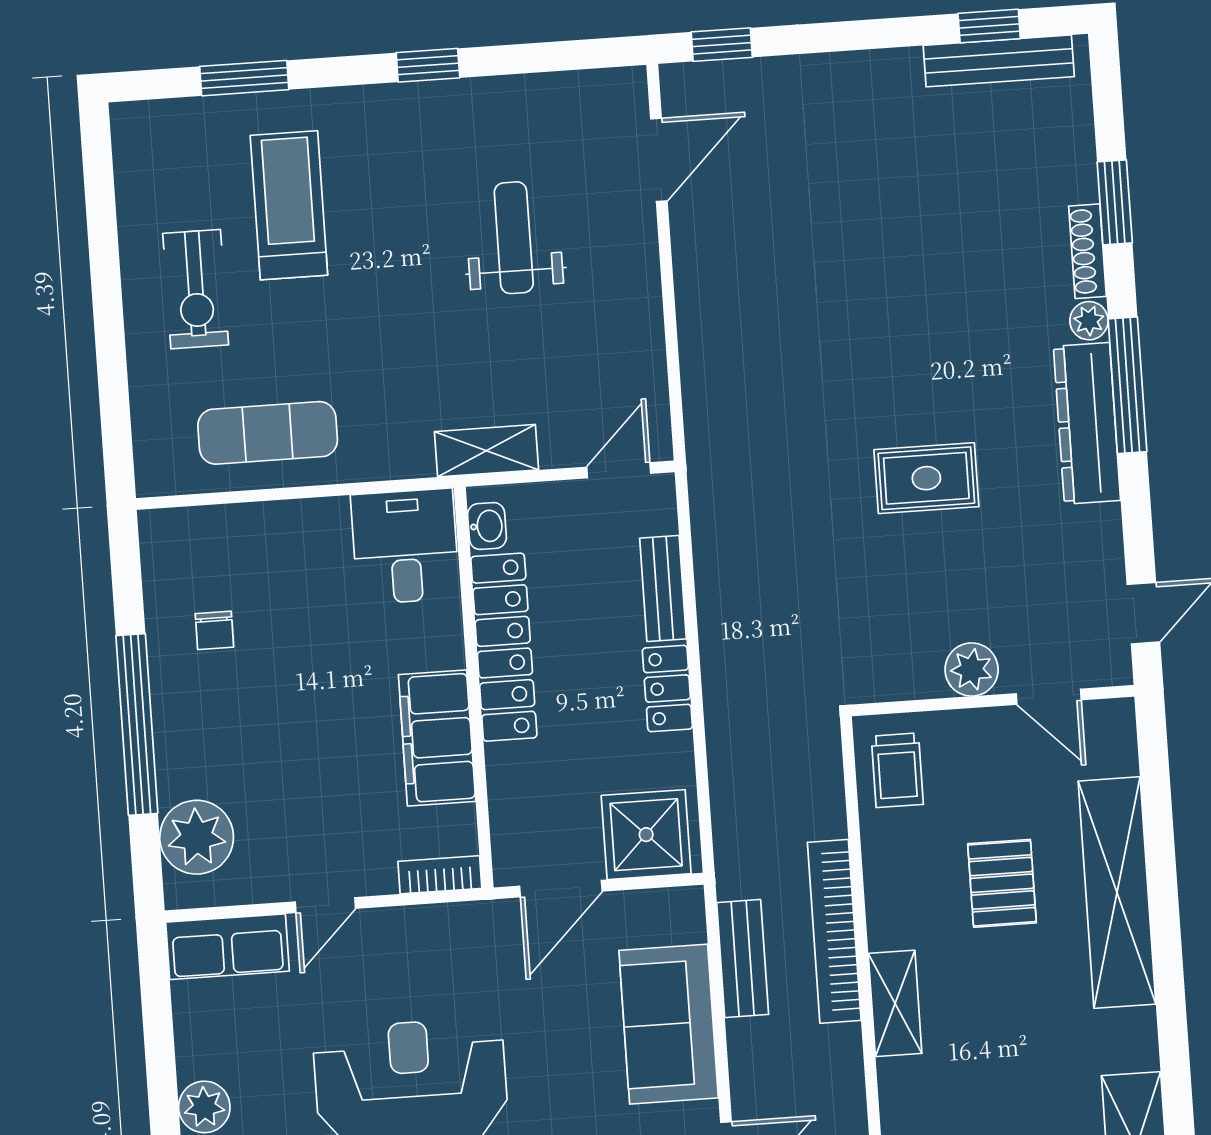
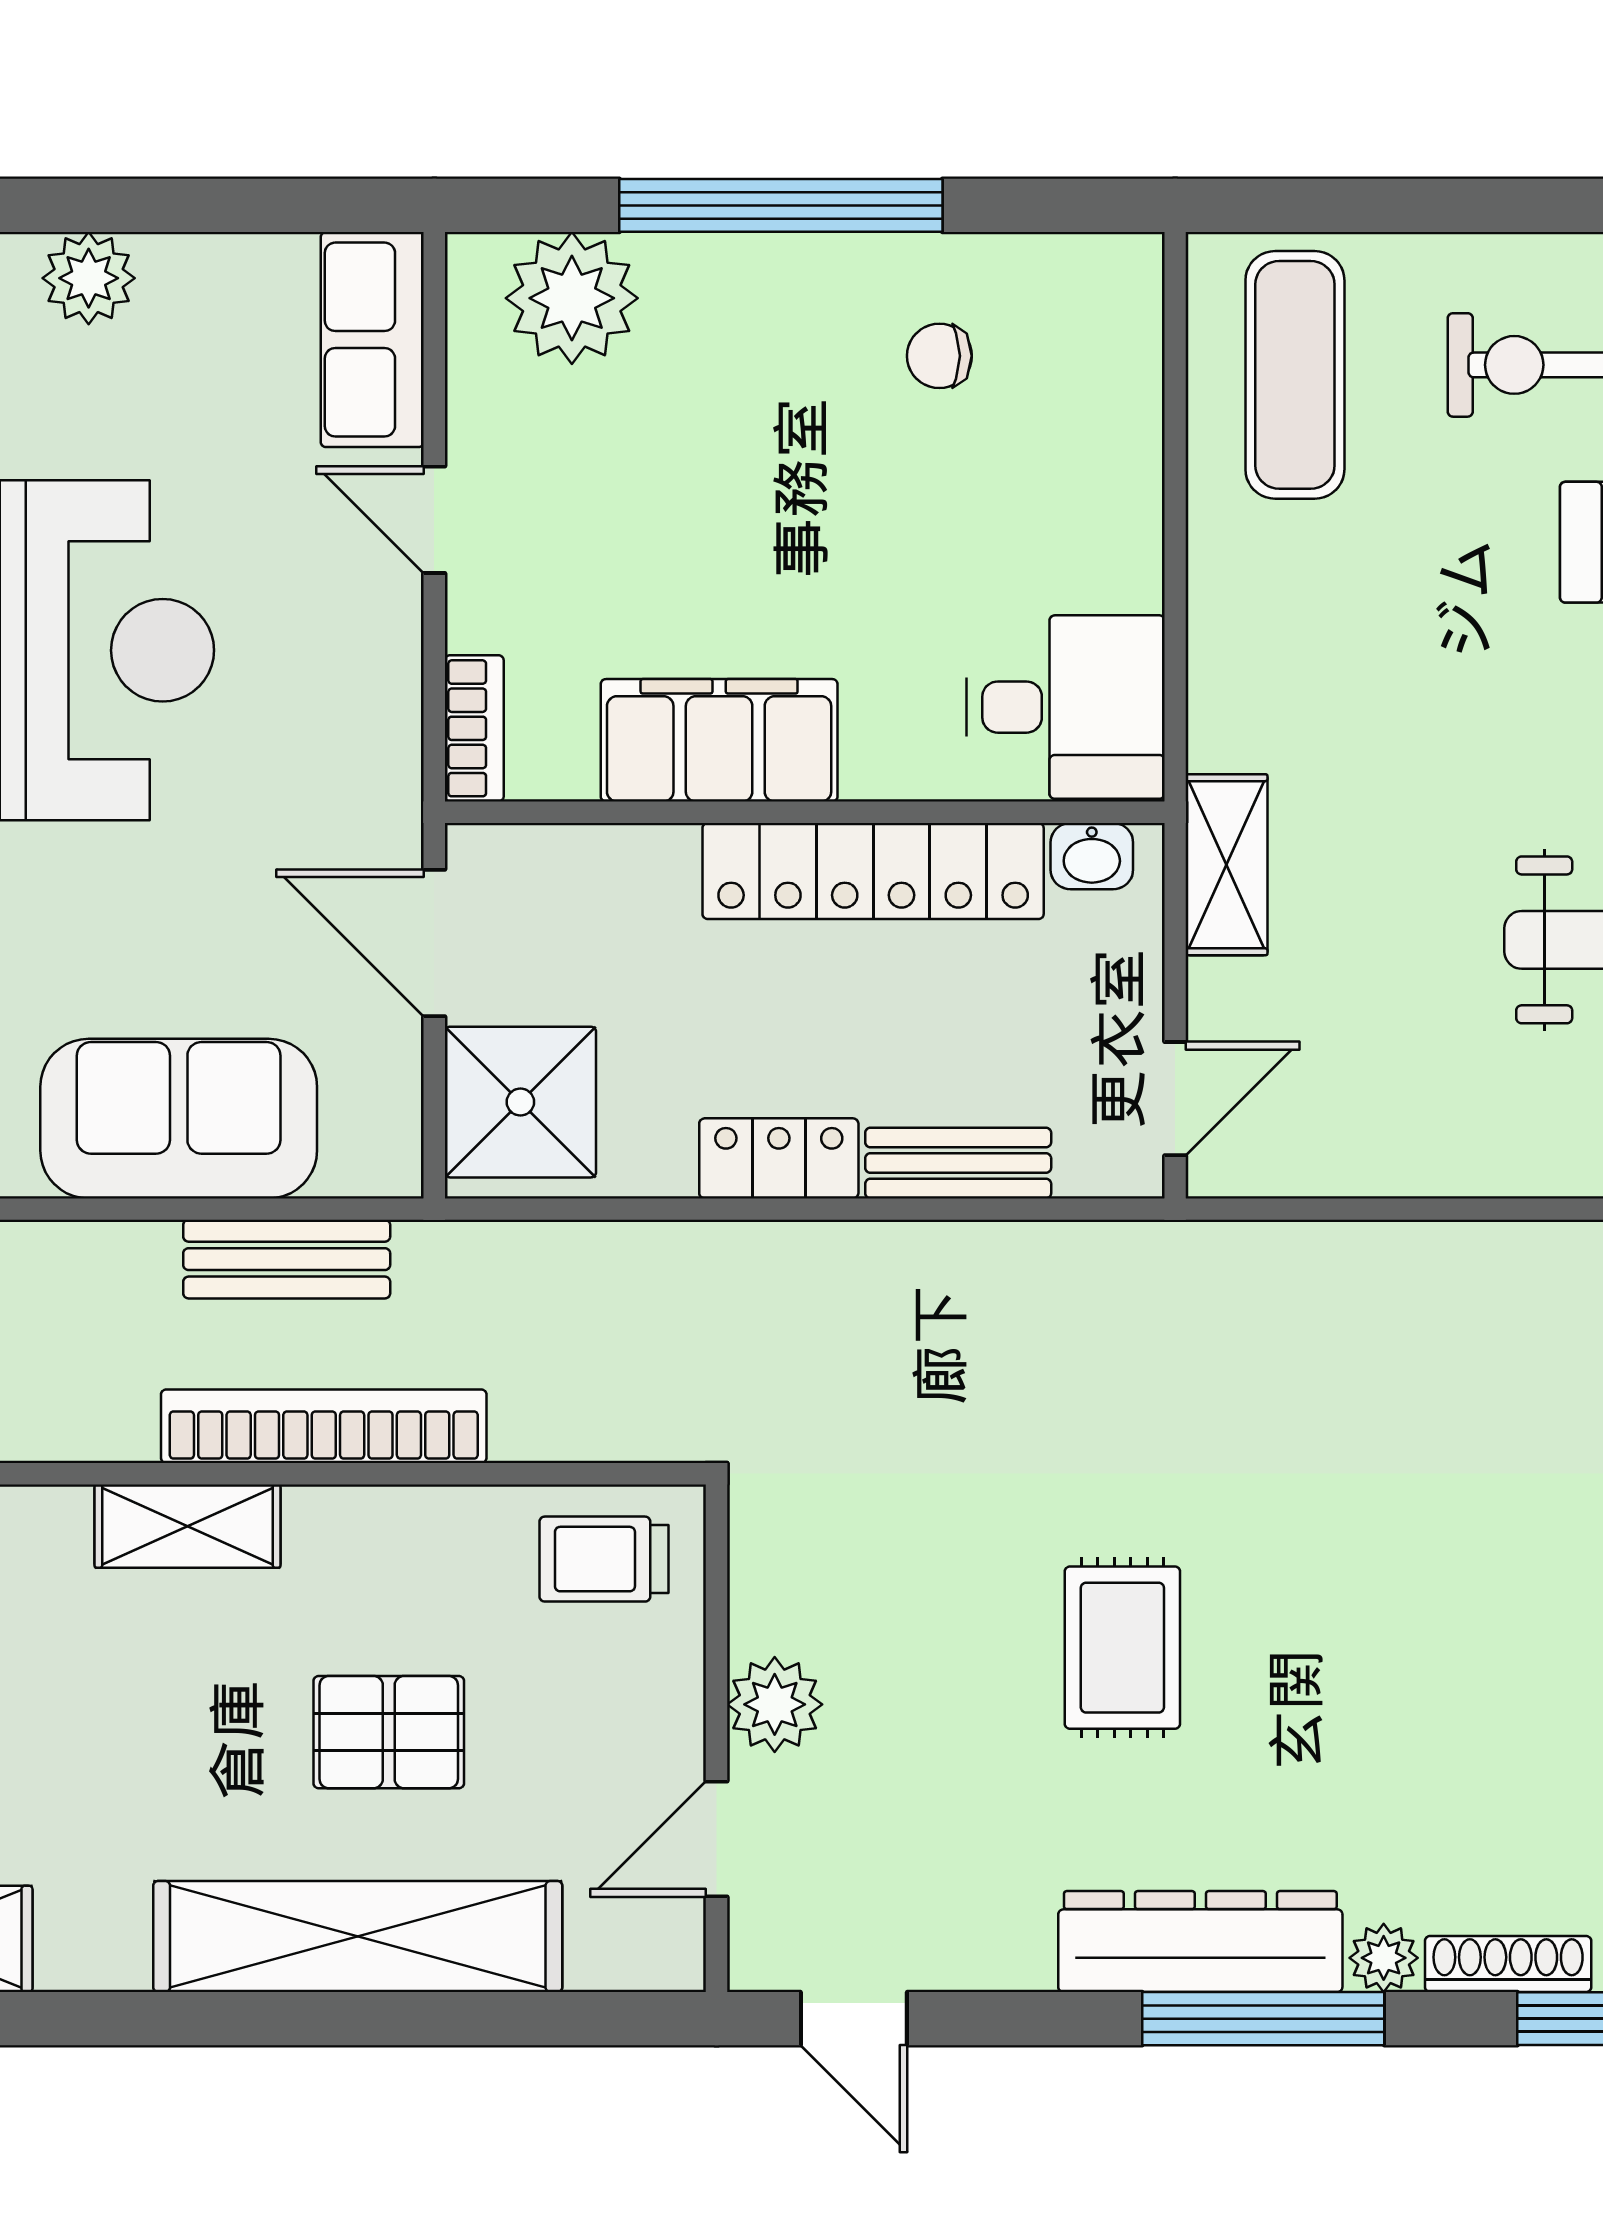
exercise mat: (268, 433) -> (1295, 375), moved
door: (619, 470) -> (1175, 1099), hinge flipped

